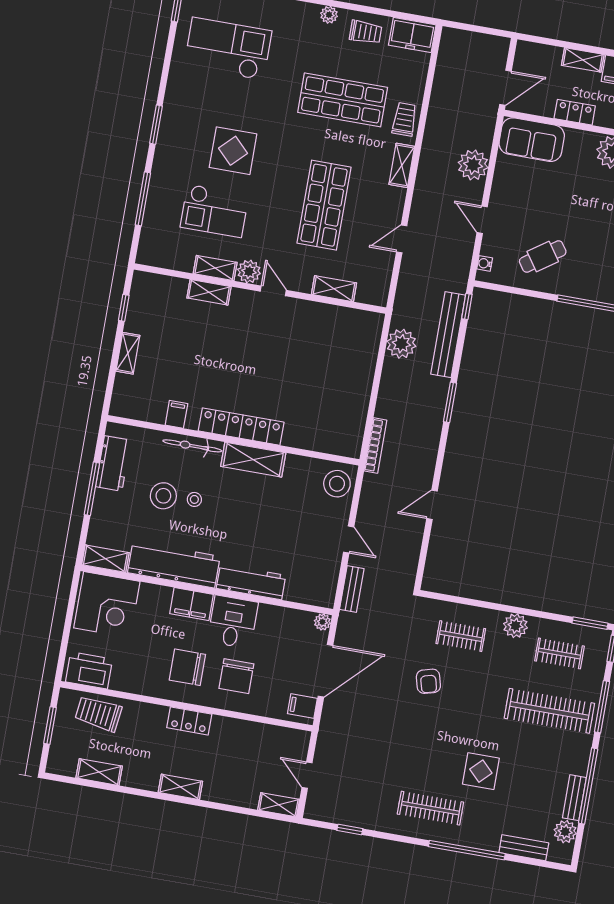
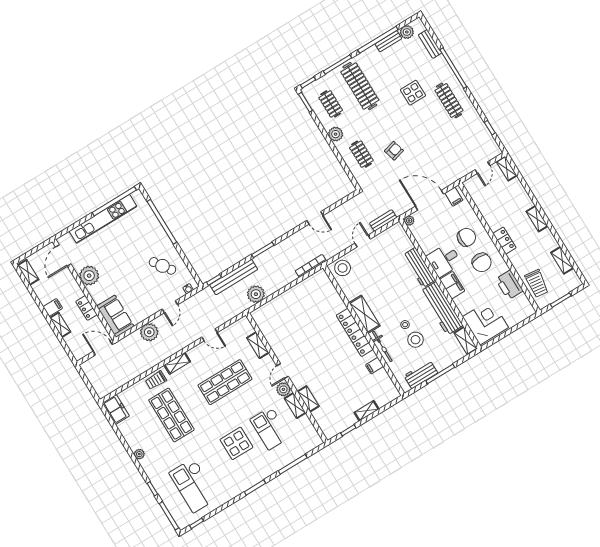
trolley: (366, 32) -> (133, 431), removed
checkout: (214, 211) -> (270, 428), turned 180
printer: (89, 670) -> (509, 285), moved

